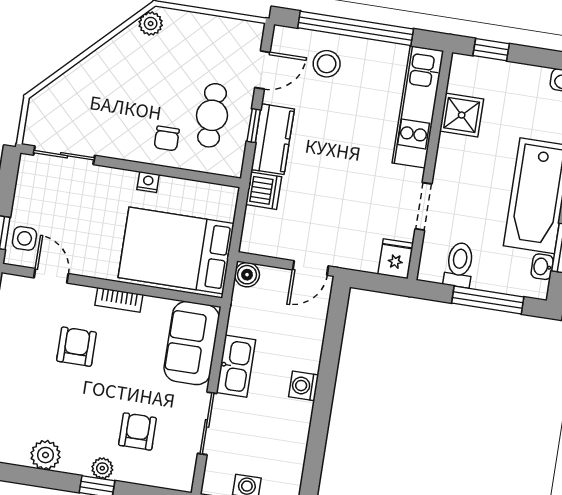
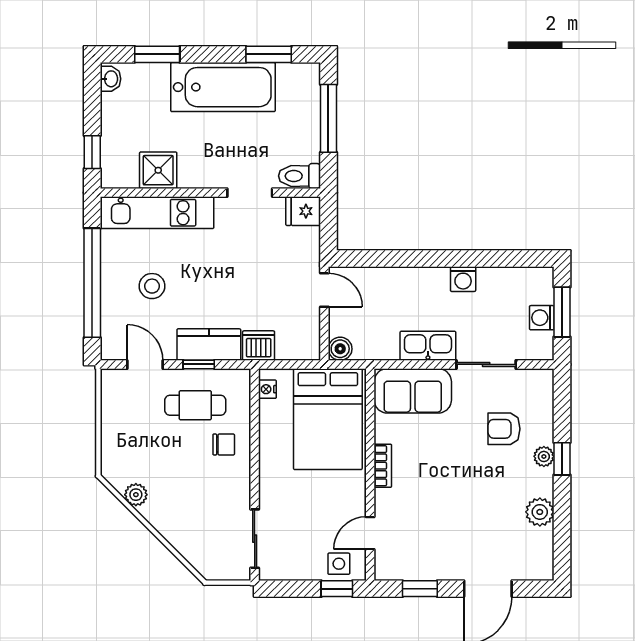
plant: (151, 24) -> (136, 495), moved
stool: (327, 64) -> (152, 286), moved
nightstand: (148, 182) -> (267, 389), moved
toilet: (459, 265) -> (300, 176), moved
washbasin: (542, 267) -> (289, 72), removed
armchair: (76, 347) -> (433, 499), removed
washing machine: (304, 386) -> (463, 279), moved

